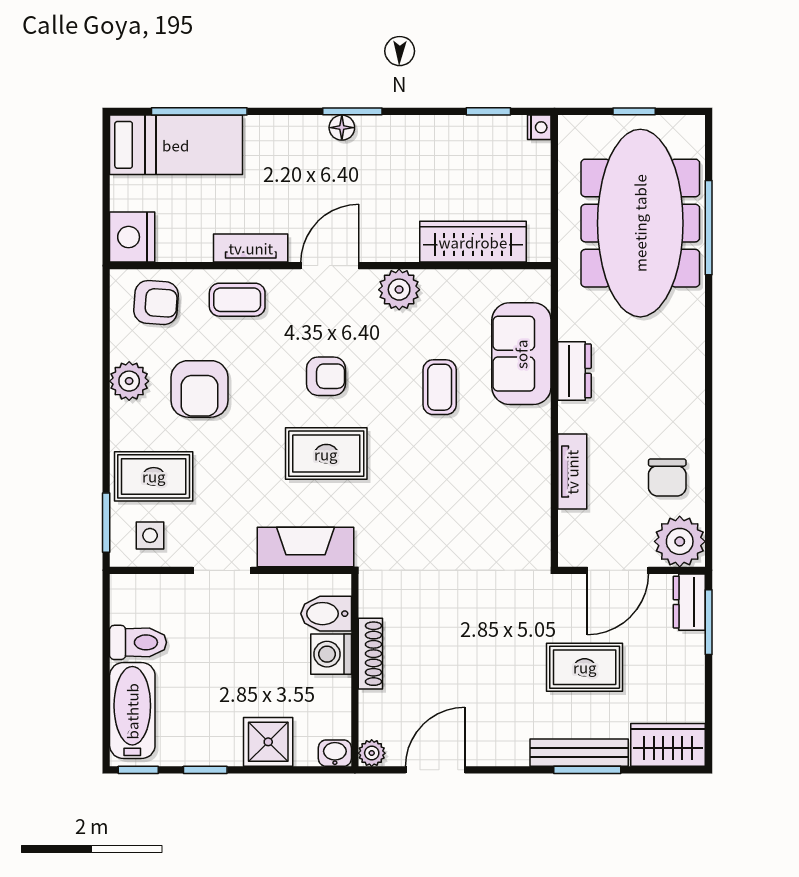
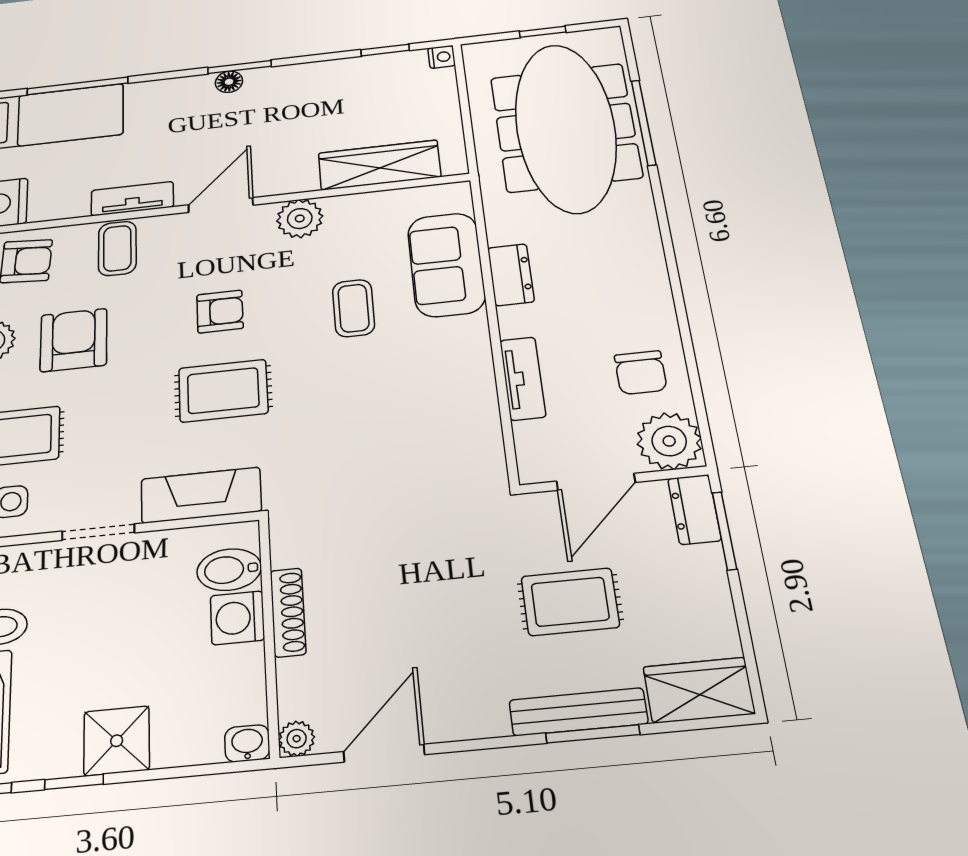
coffee table: (237, 300) -> (117, 248), turned 90
armchair: (200, 389) -> (74, 340), turned 180
shower: (268, 742) -> (117, 741), moved

